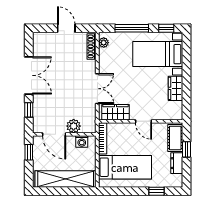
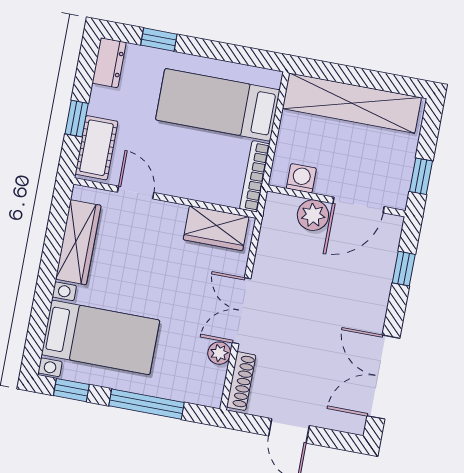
plant: (104, 43) -> (219, 353), moved
double door: (29, 75) -> (383, 377), moved
wardrobe: (176, 88) -> (78, 242), width x1.50
double door: (97, 89) -> (242, 311), moved
door: (143, 121) -> (136, 192), moved
door: (54, 134) -> (359, 205), swing flipped
dresser: (177, 163) -> (109, 63), moved

